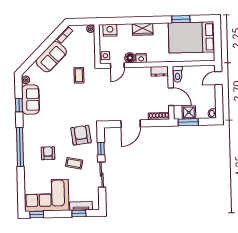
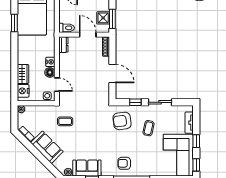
wardrobe: (143, 29) -> (23, 74), moved
door: (171, 97) -> (88, 35), hinge flipped
armchair: (48, 153) -> (124, 163), moved
window: (79, 213) -> (196, 141), moved

